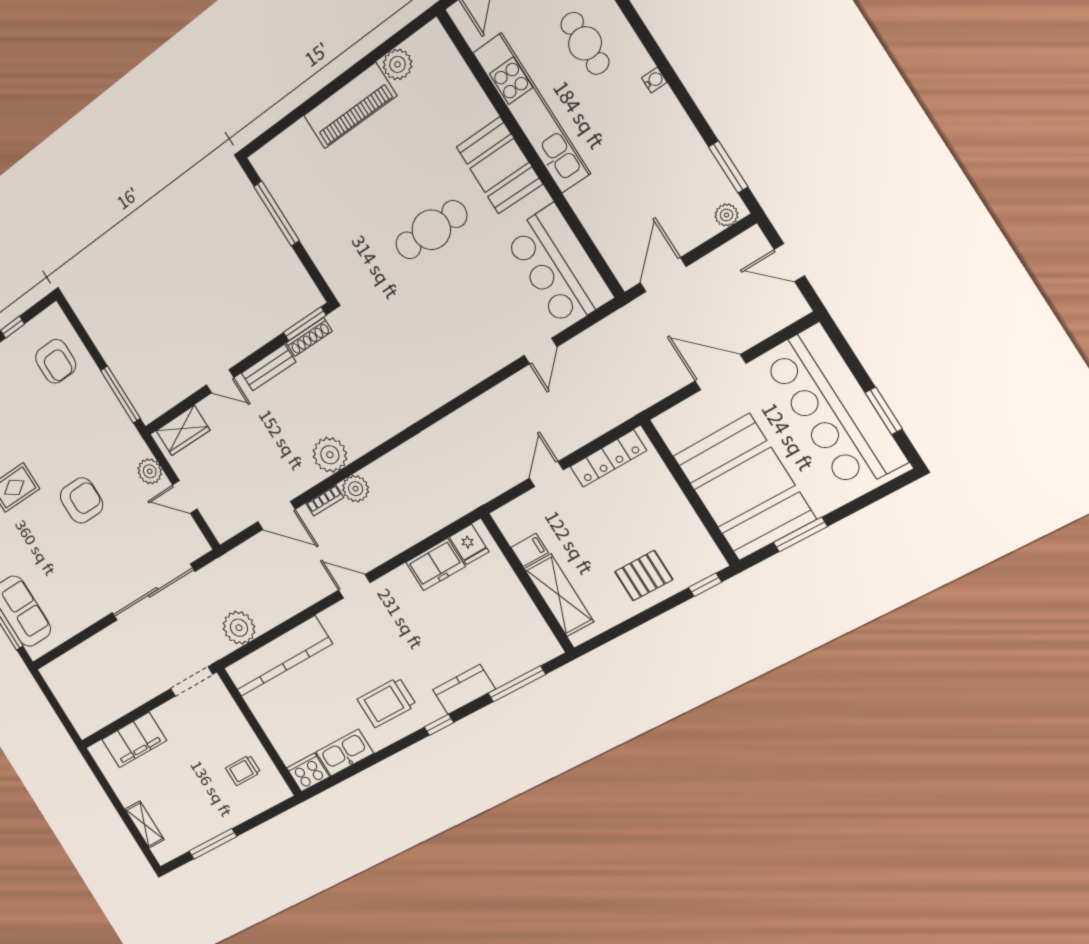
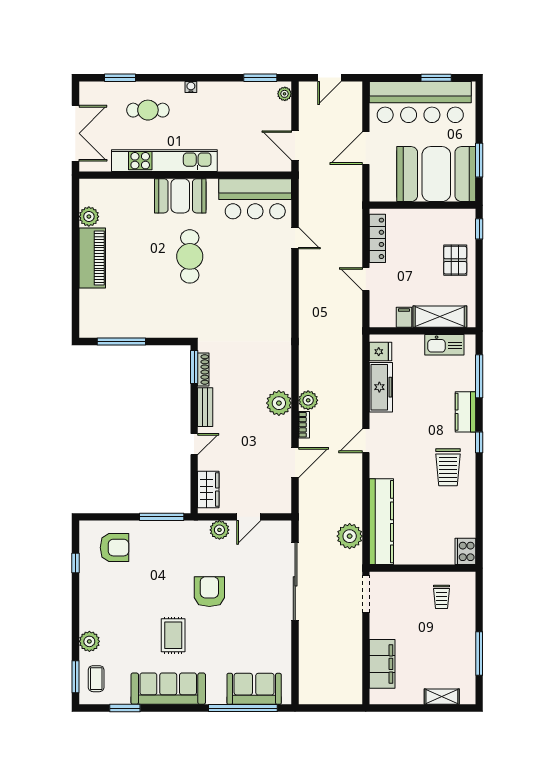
freezer: (435, 564) -> (381, 387), width x1.40
kitchen sink: (345, 753) -> (444, 345), moved, turned -90

